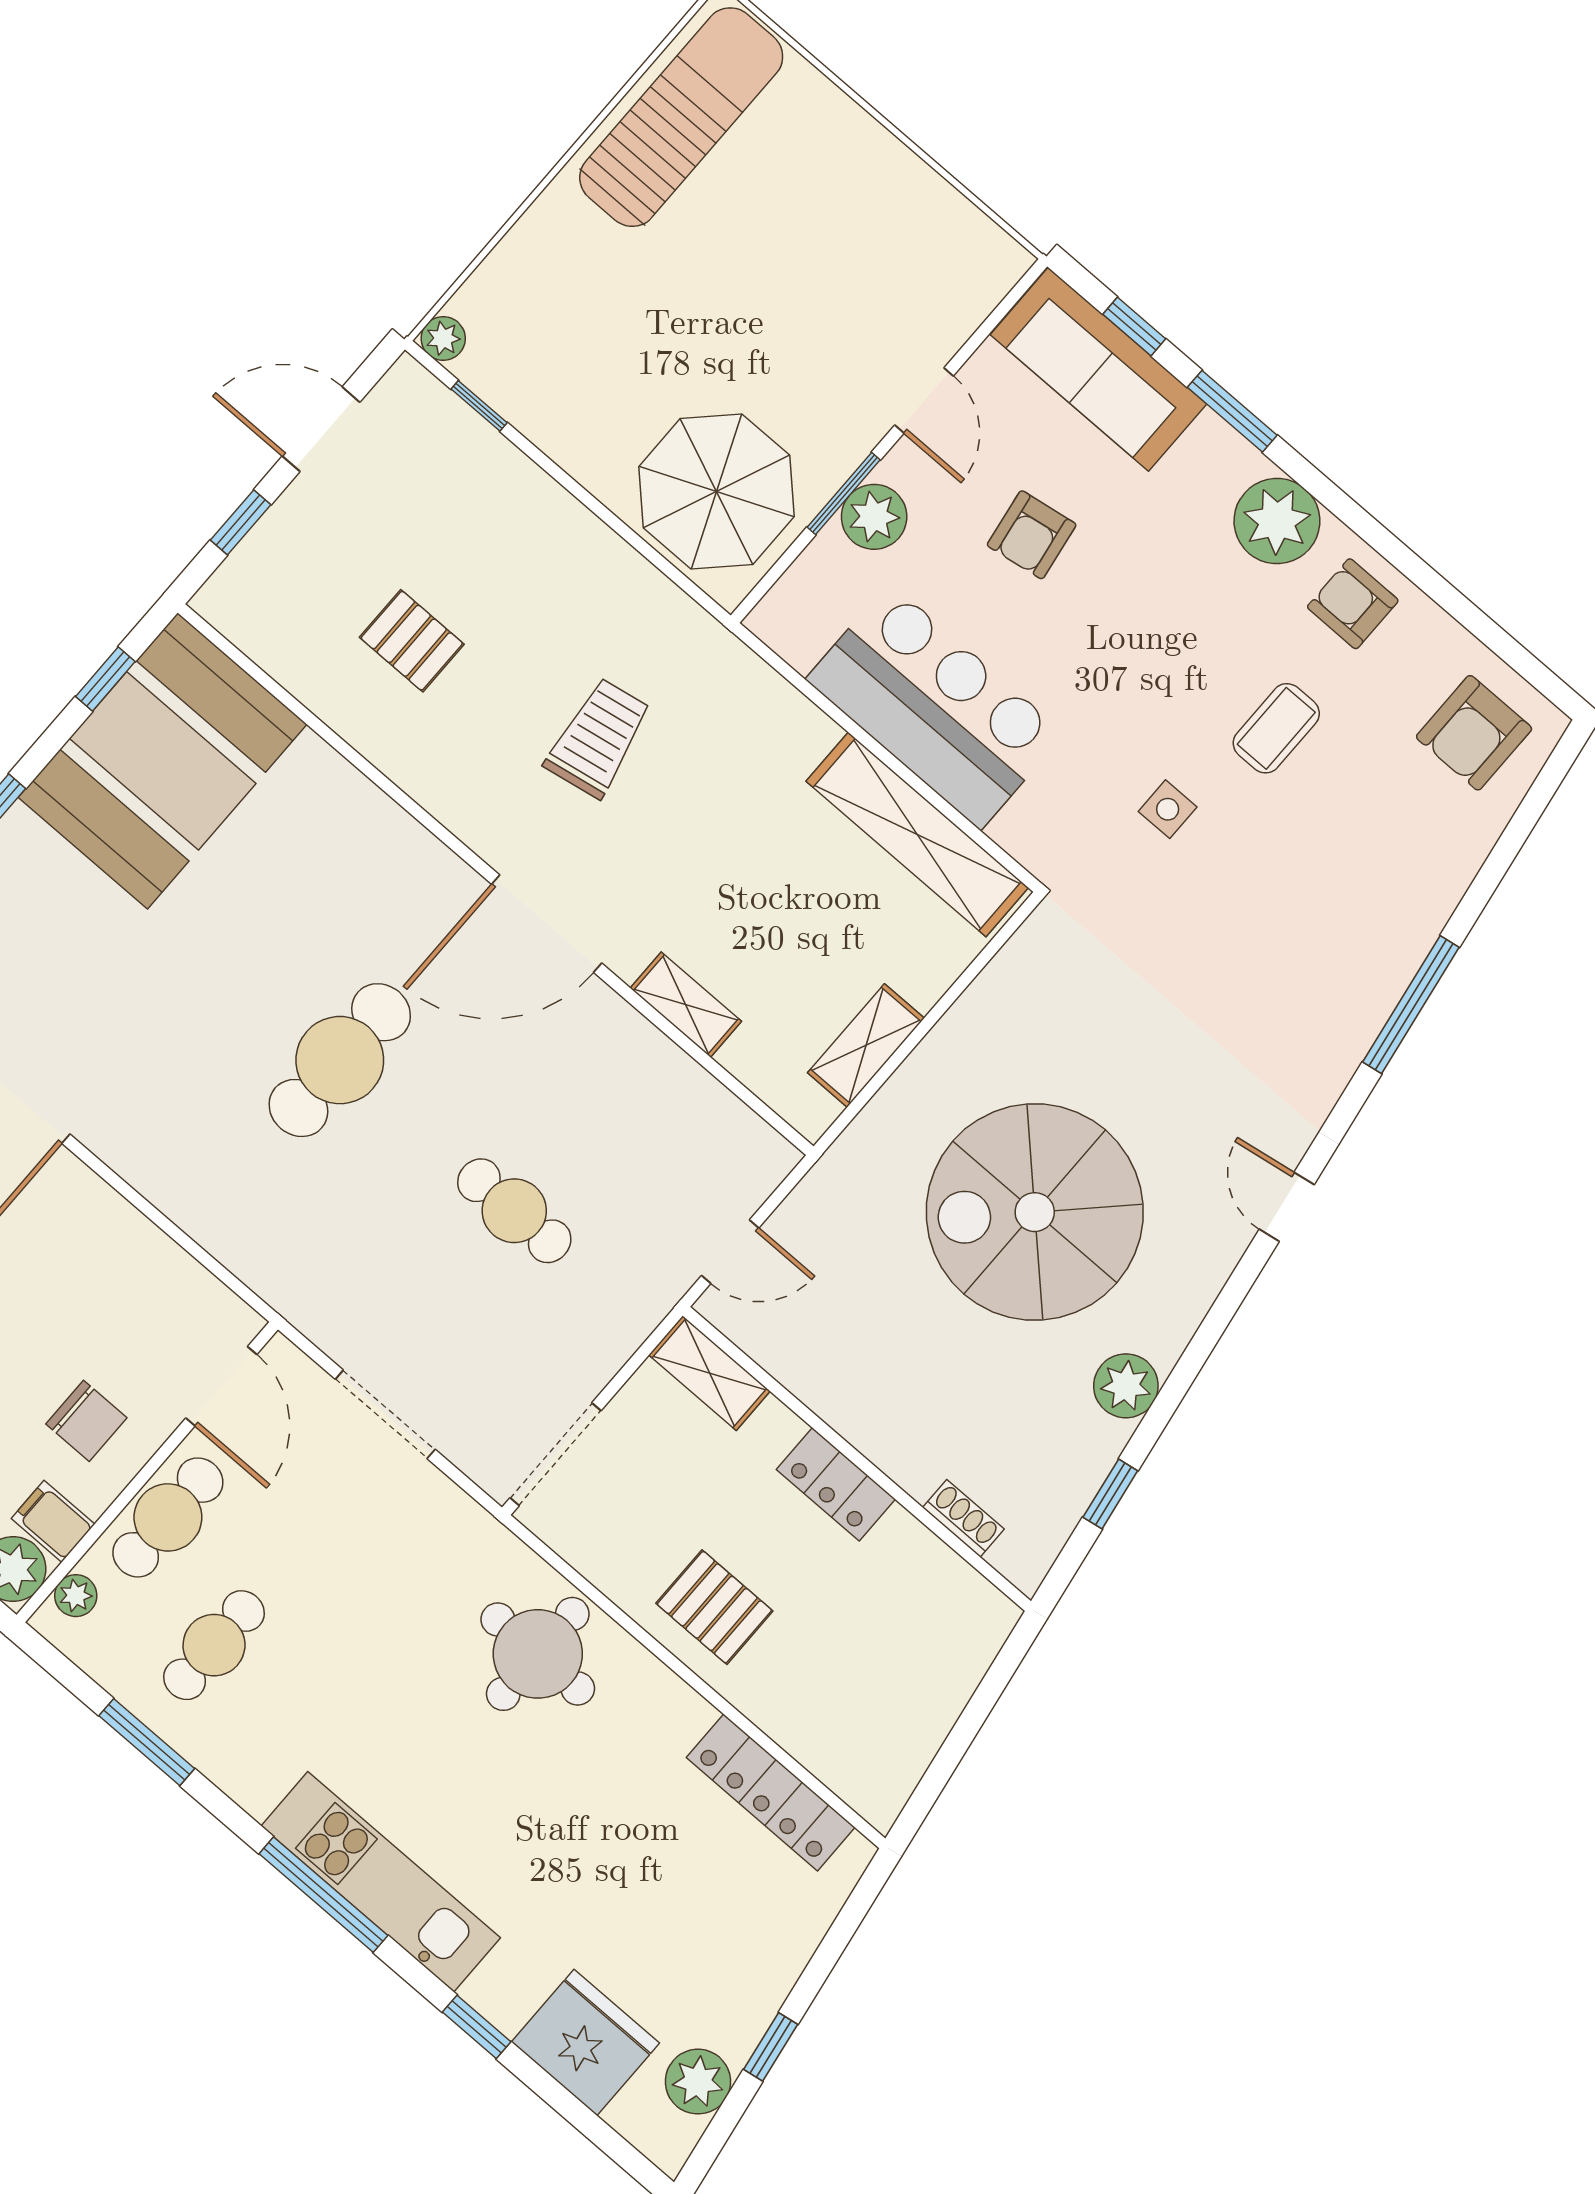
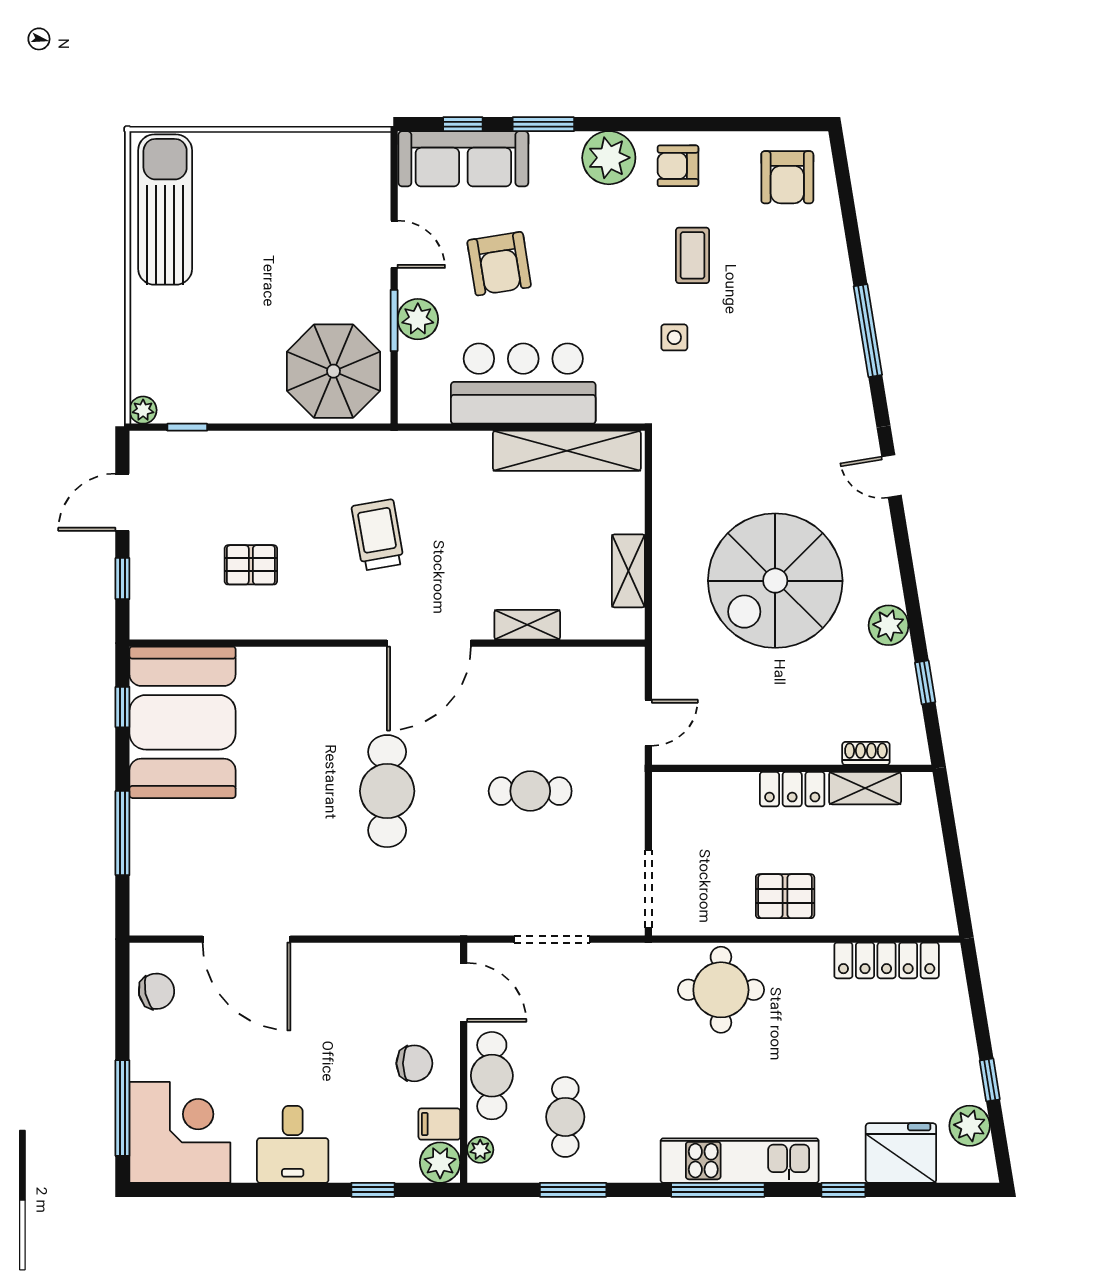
armchair: (1032, 535) -> (499, 264), width x1.38, depth x1.38
shelving: (710, 1373) -> (865, 788), moved

